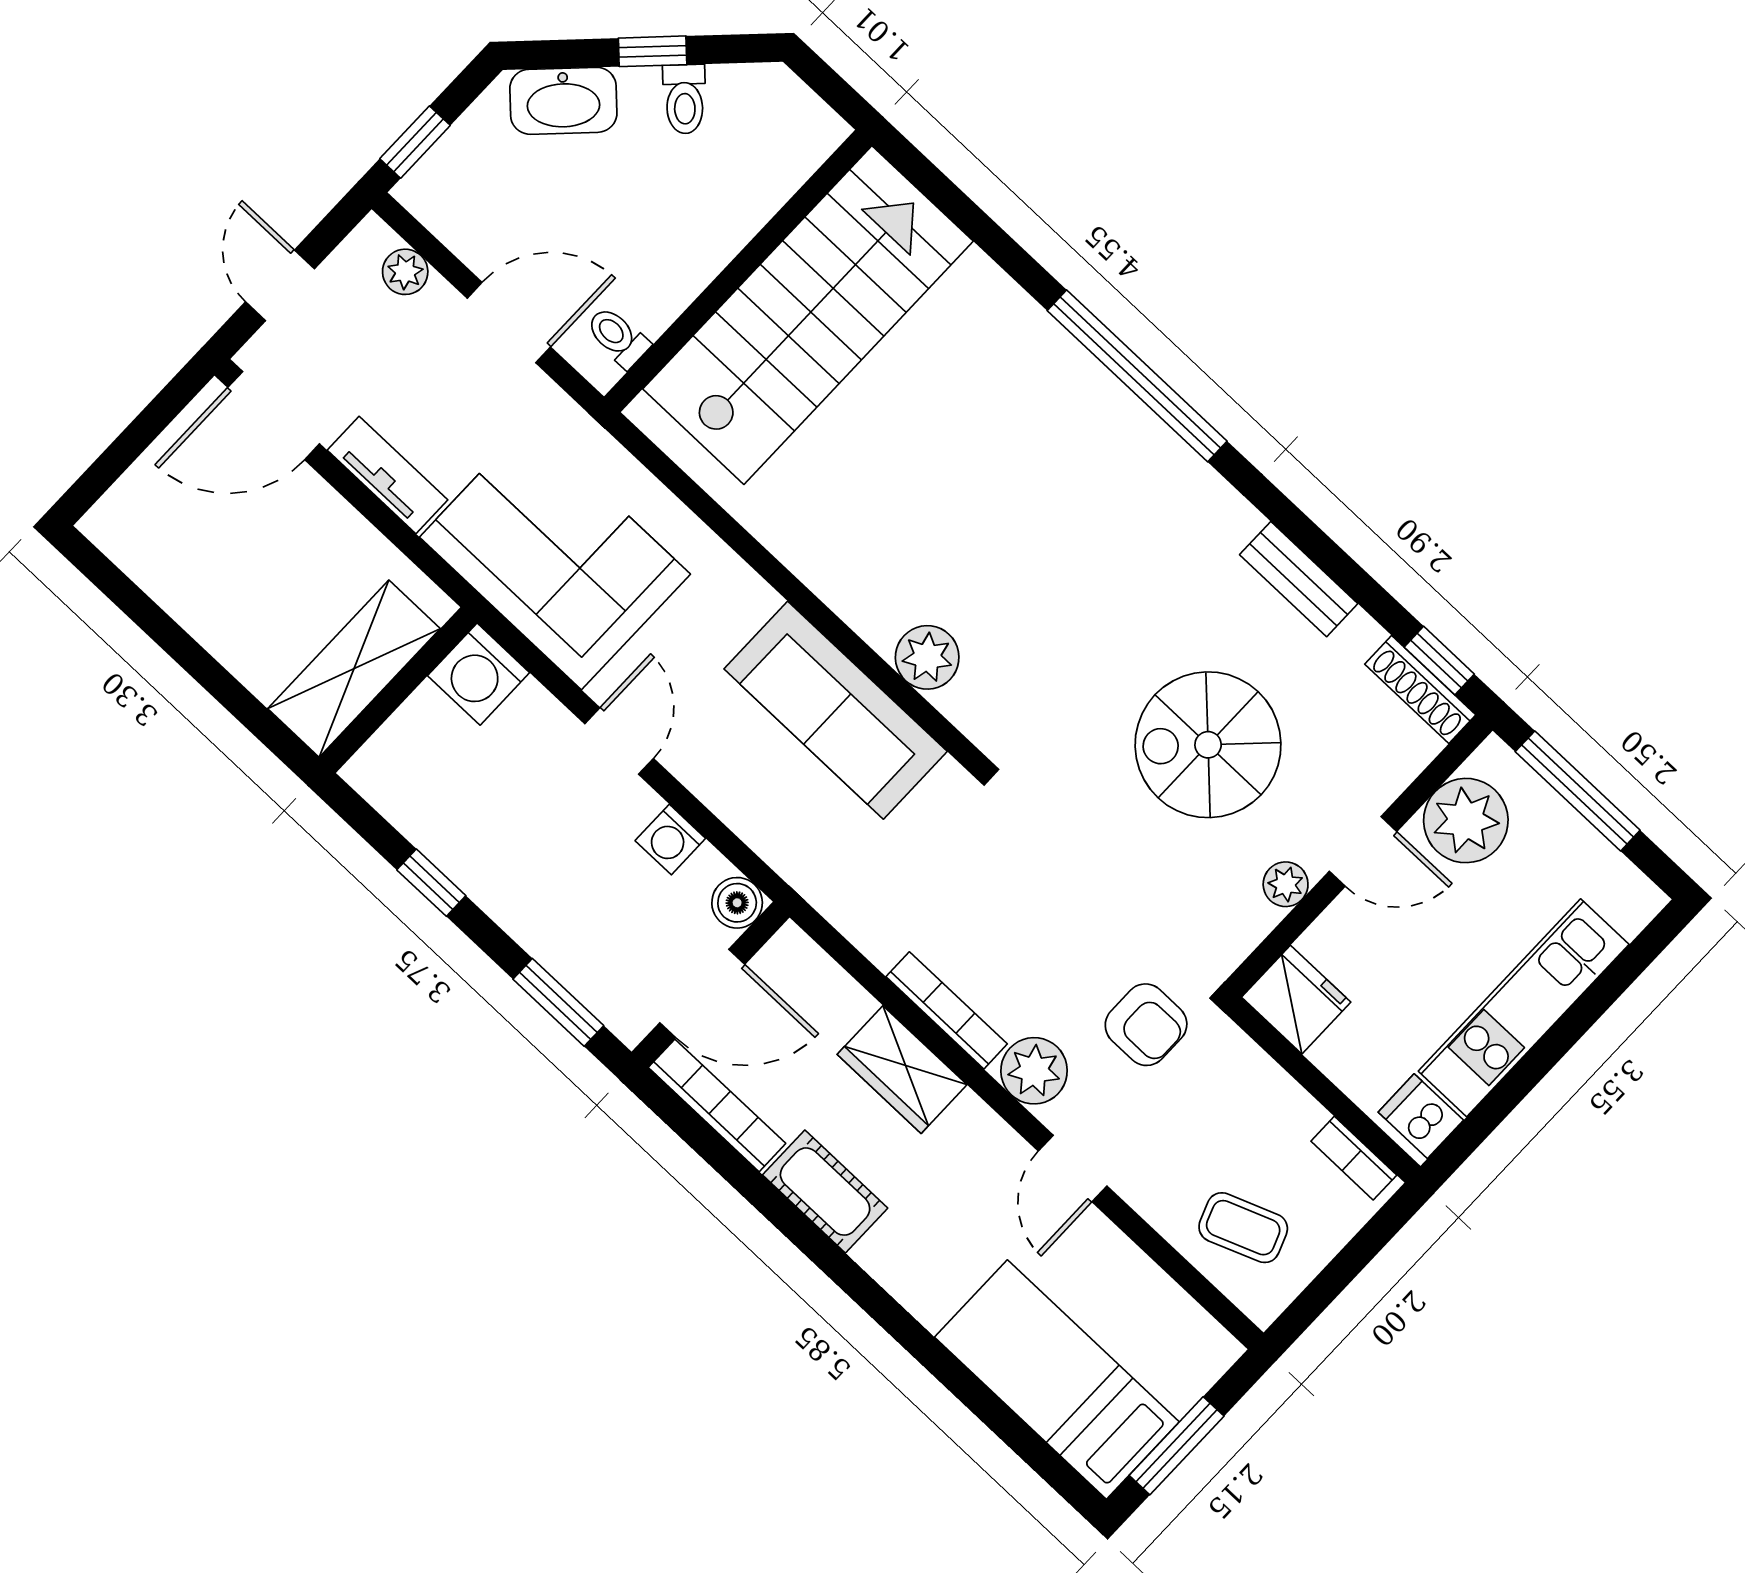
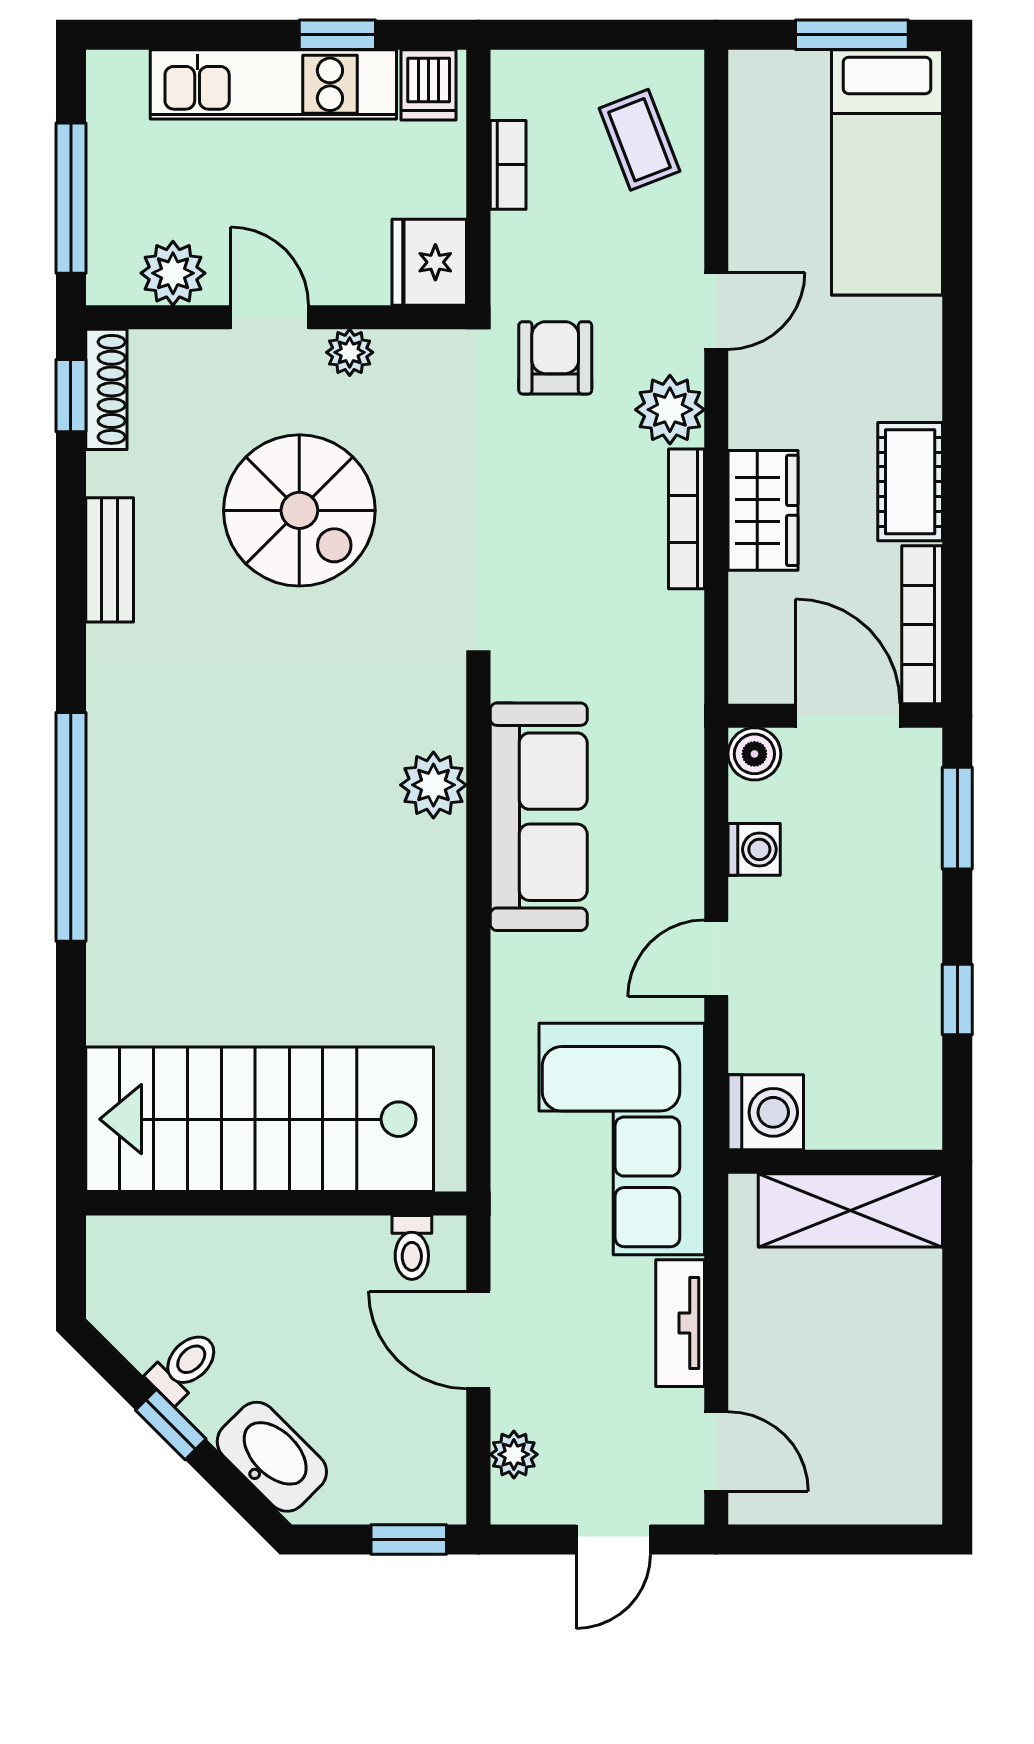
door: (274, 416) -> (716, 1451), width x0.73
plant: (1466, 821) -> (173, 273), width x0.73, depth x0.73
window: (1516, 1085) -> (337, 35), added
bookcase: (1354, 1158) -> (508, 165), moved

